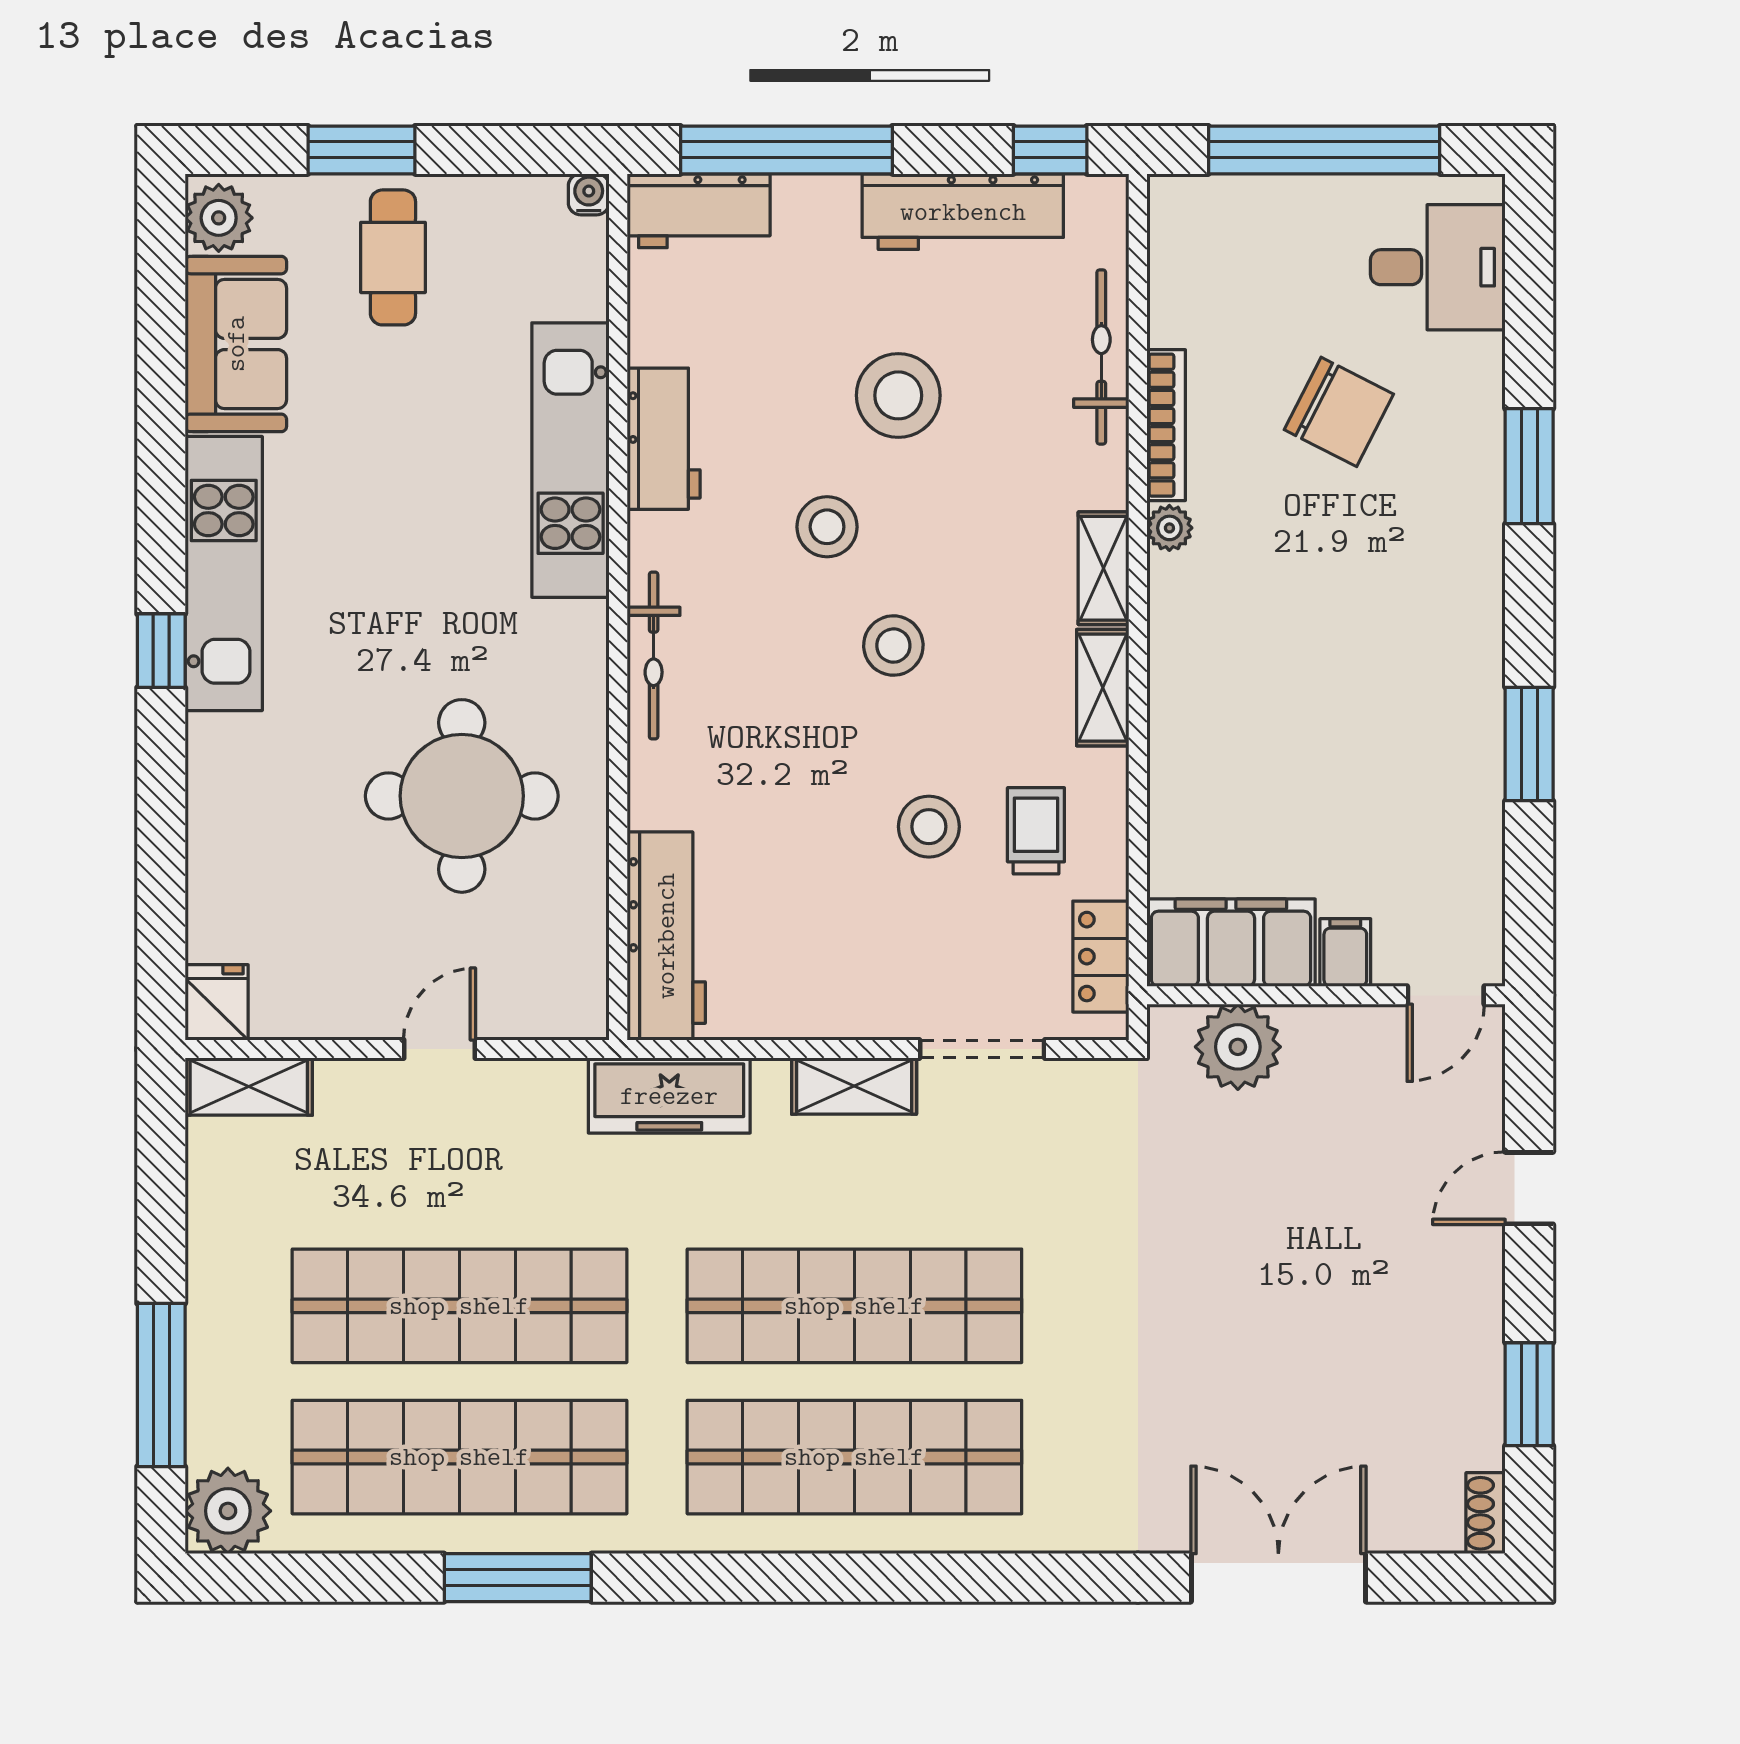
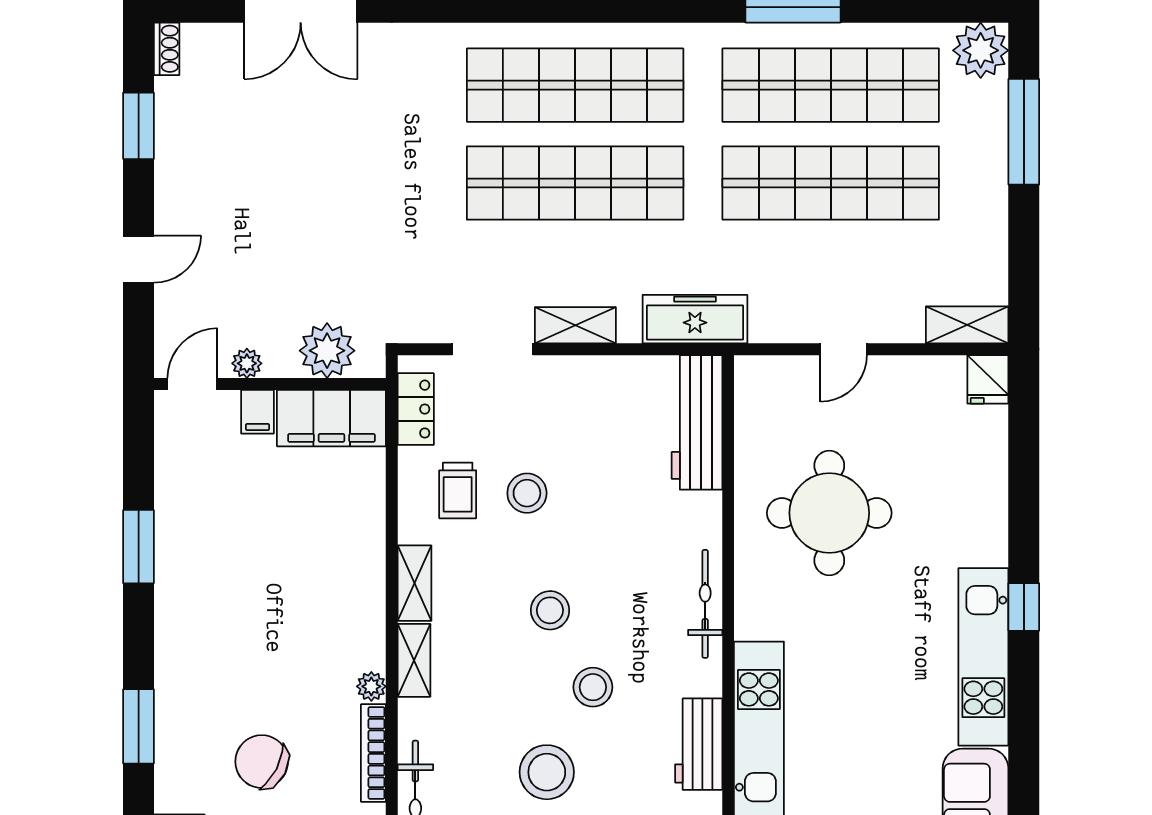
plant: (1362, 1027) -> (247, 363), added

